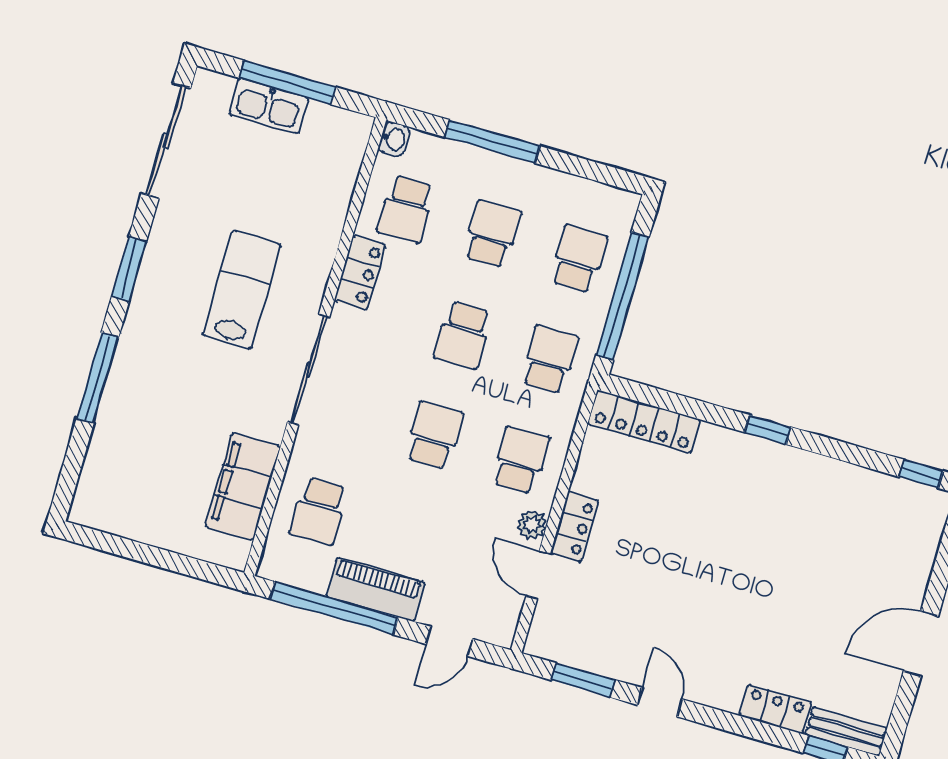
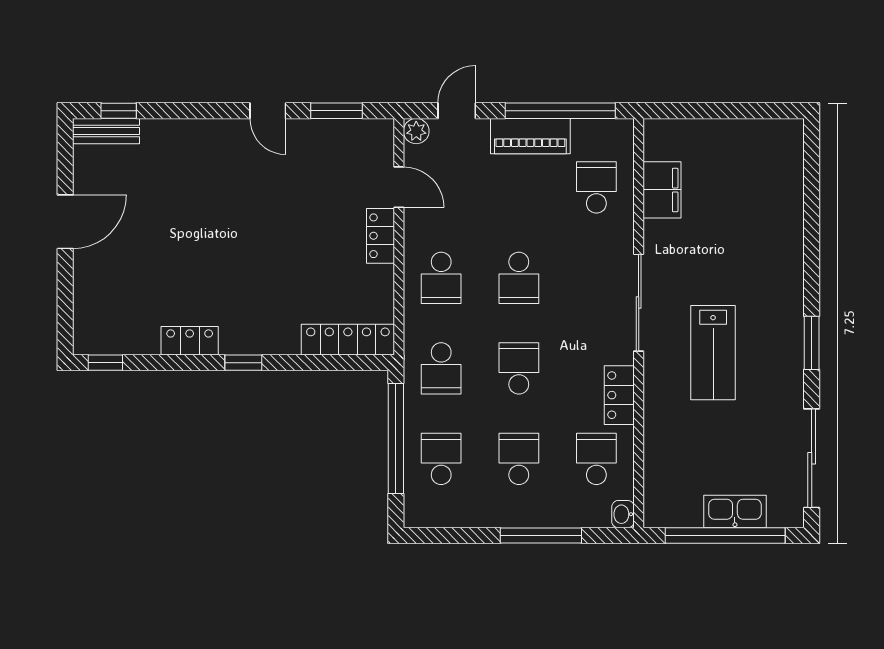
window: (287, 82) -> (725, 536), width x1.46
school desk: (492, 234) -> (519, 459), turned 180
school desk: (579, 259) -> (441, 459), turned 180
window: (98, 378) -> (812, 245), removed
filing cabinet: (243, 486) -> (662, 190), width x0.67, depth x0.86
plant: (532, 525) -> (416, 131), moved
locker: (775, 709) -> (190, 341), moved, turned 180

